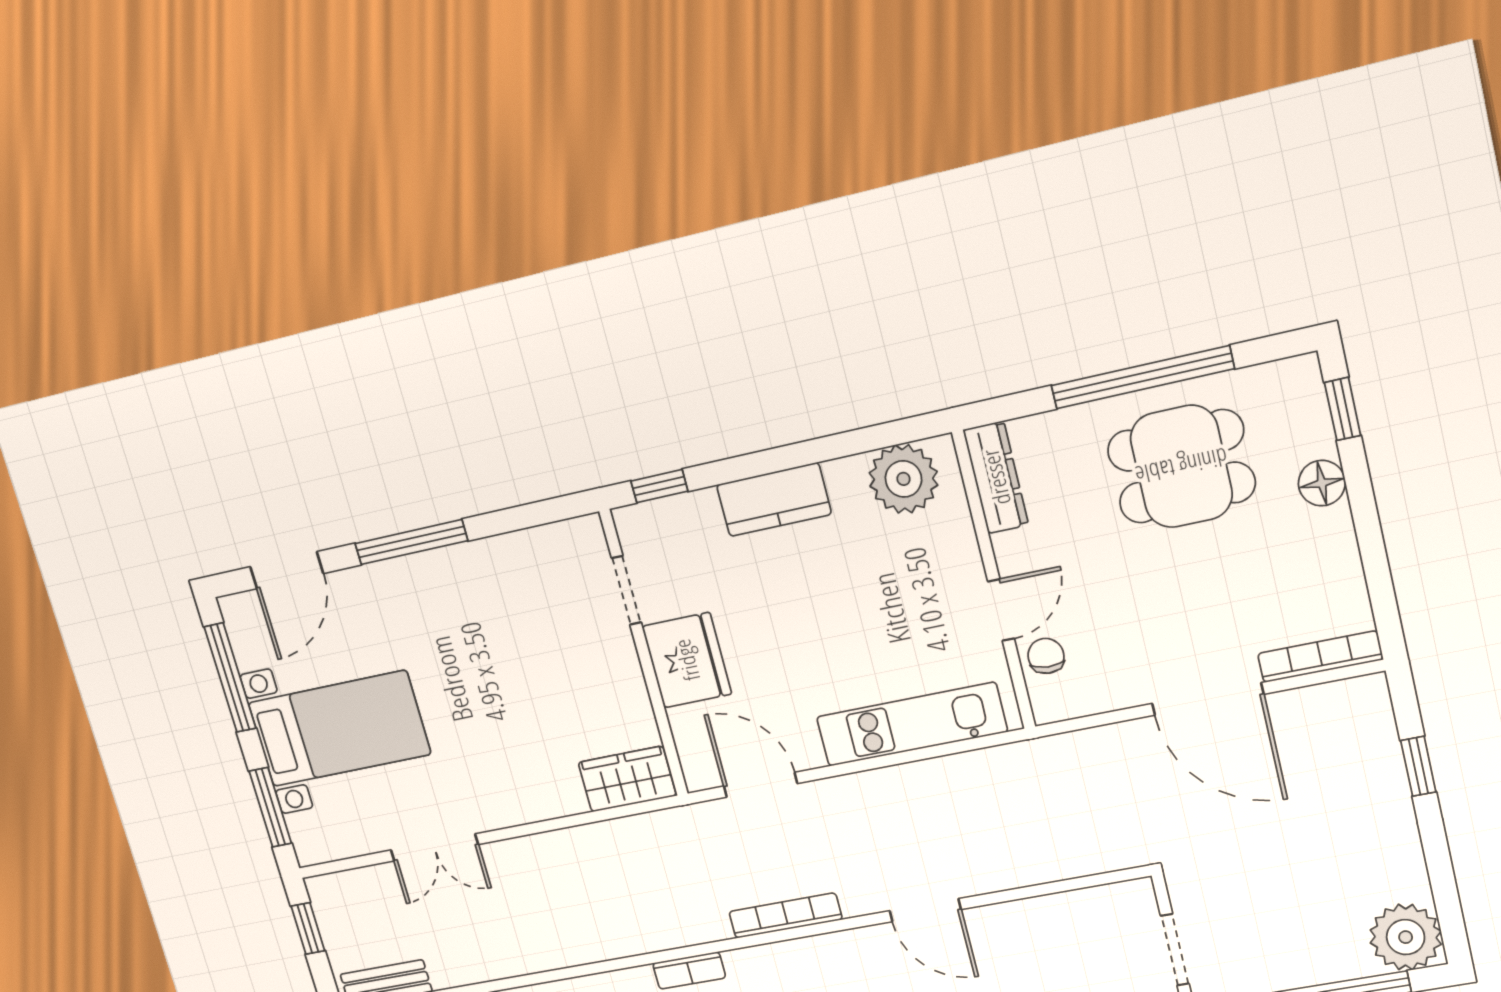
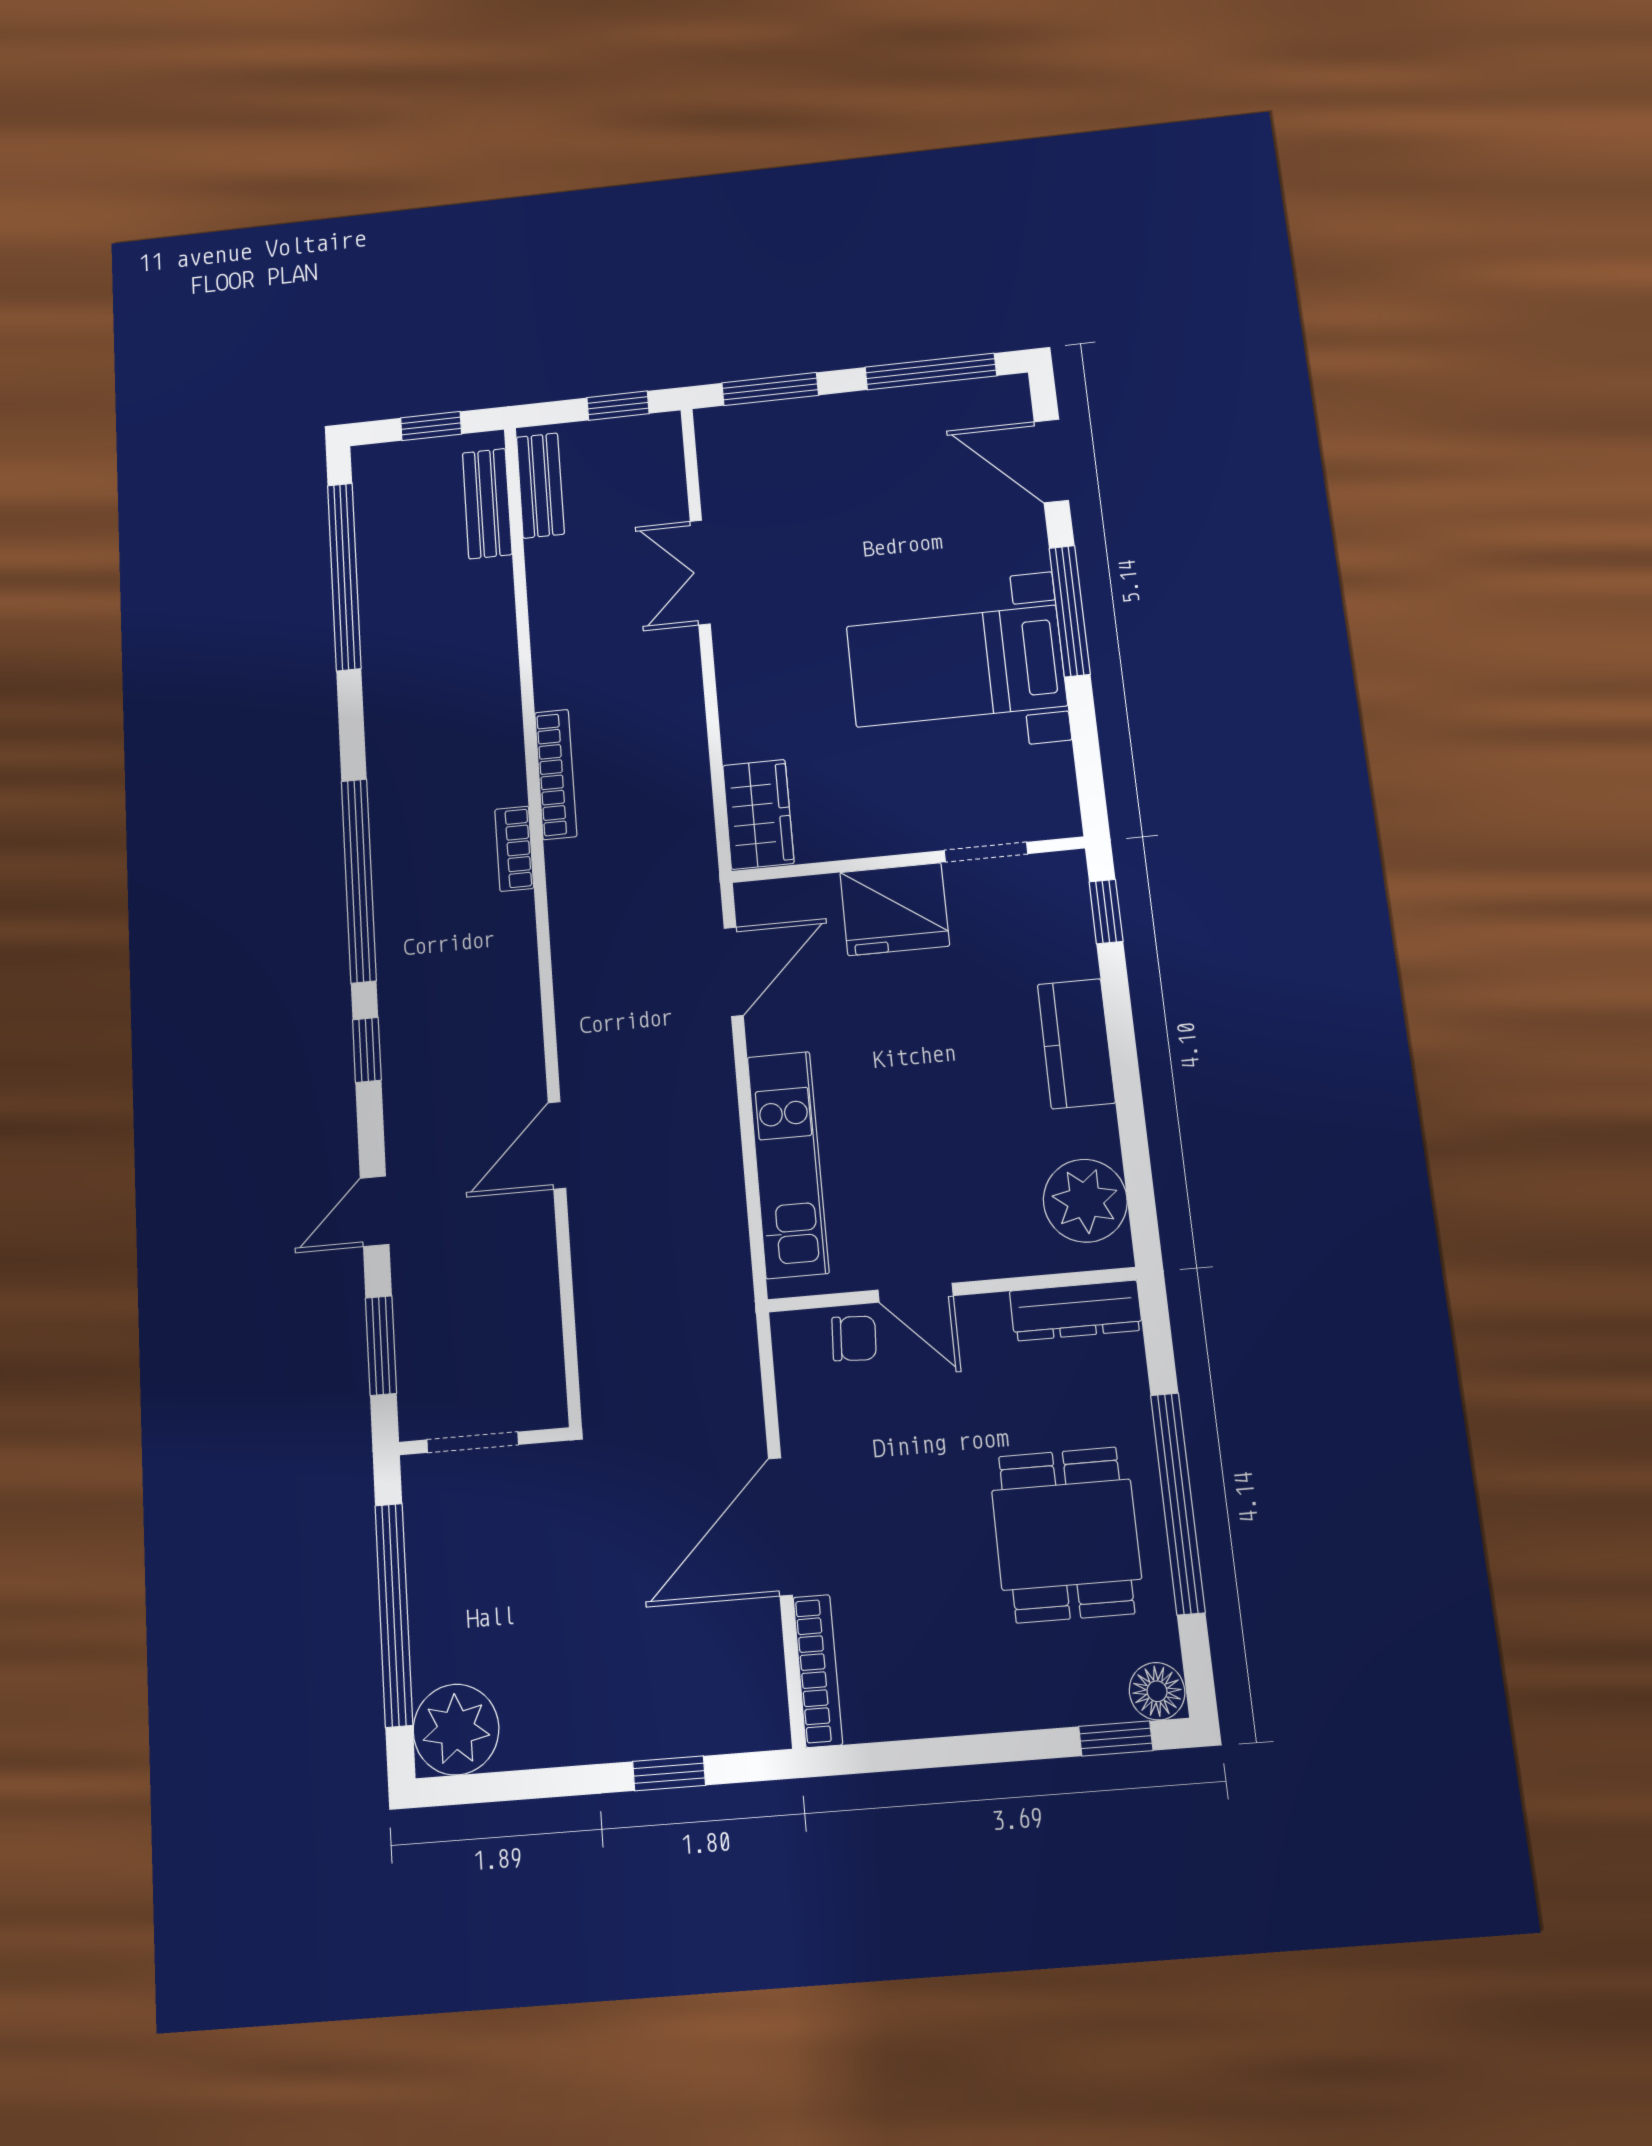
floor lamp: (1322, 483) -> (1157, 1691), moved
bed with nightstands: (339, 729) -> (956, 666), moved, turned 90
bookcase: (785, 916) -> (556, 774), moved

